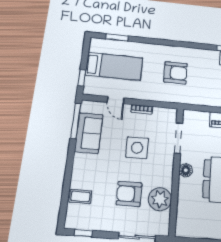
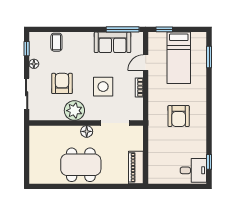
plant: (160, 199) -> (74, 111), moved
floor lamp: (103, 226) -> (34, 64), added

